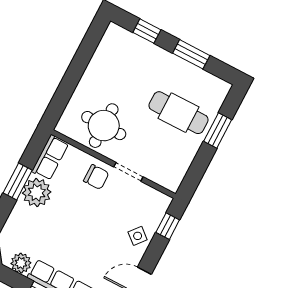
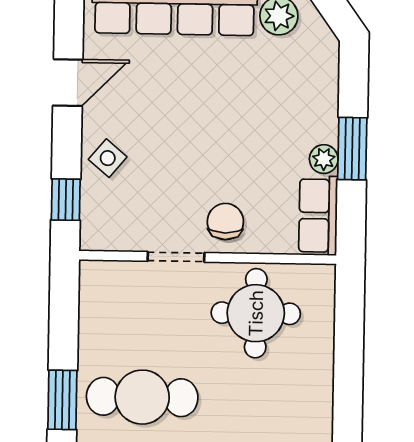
chair: (96, 177) -> (225, 222), turned 90
plant: (37, 193) -> (324, 159), width x0.53, depth x0.53

